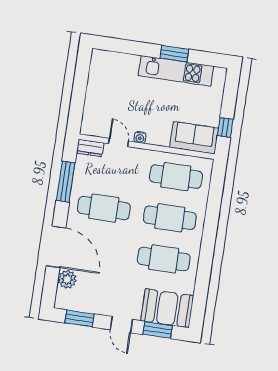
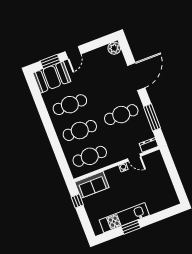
door: (56, 247) -> (136, 77), swing flipped
plant: (67, 279) -> (114, 48), moved
window: (80, 318) -> (99, 43), removed
door: (121, 325) -> (73, 53), swing flipped

